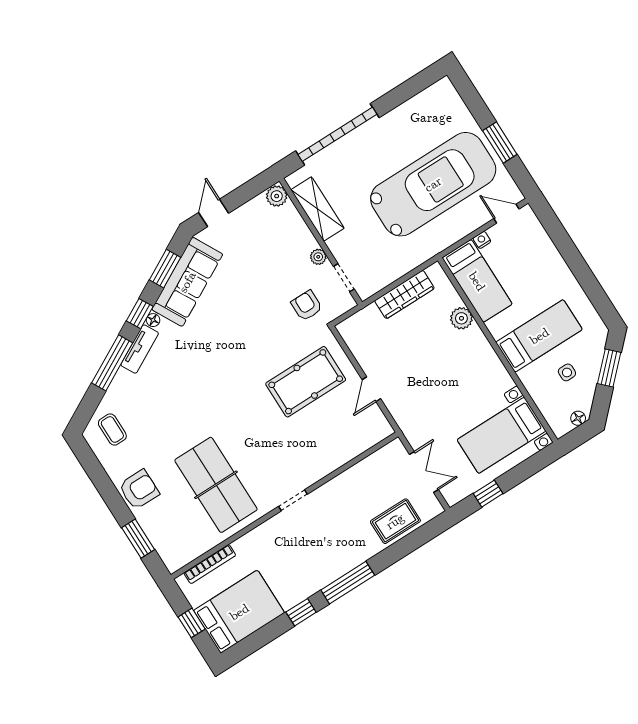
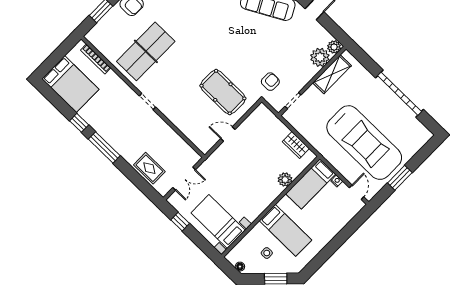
garage door: (337, 134) -> (400, 94), moved
plant: (318, 257) -> (320, 57), moved, width x1.88, depth x1.88
wardrobe: (404, 294) -> (296, 145), width x0.67
window: (192, 623) -> (56, 56), removed

